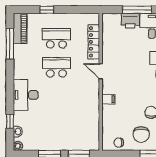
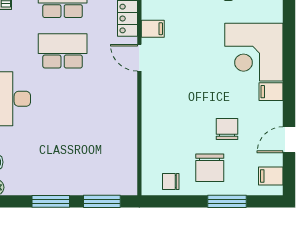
filing cabinet: (108, 99) -> (153, 29), moved

